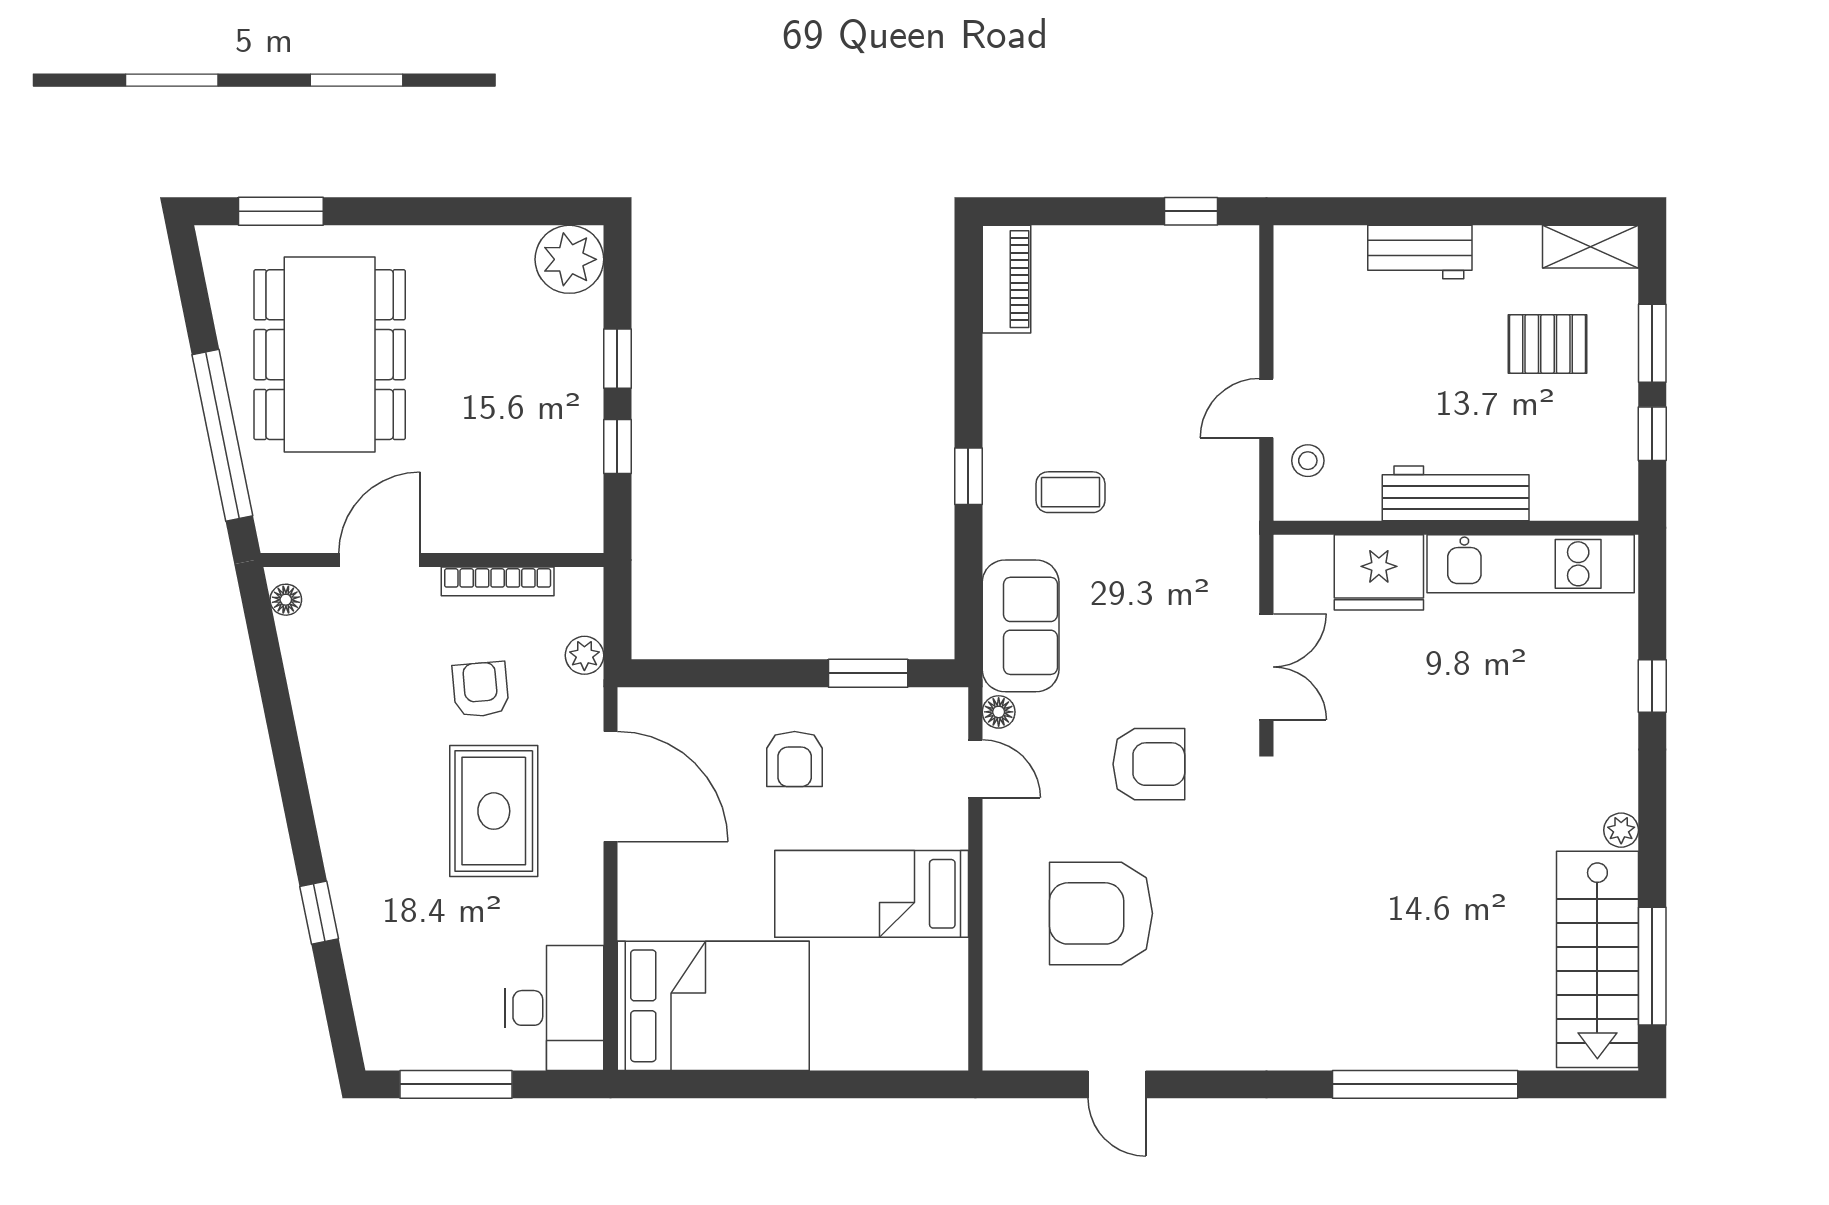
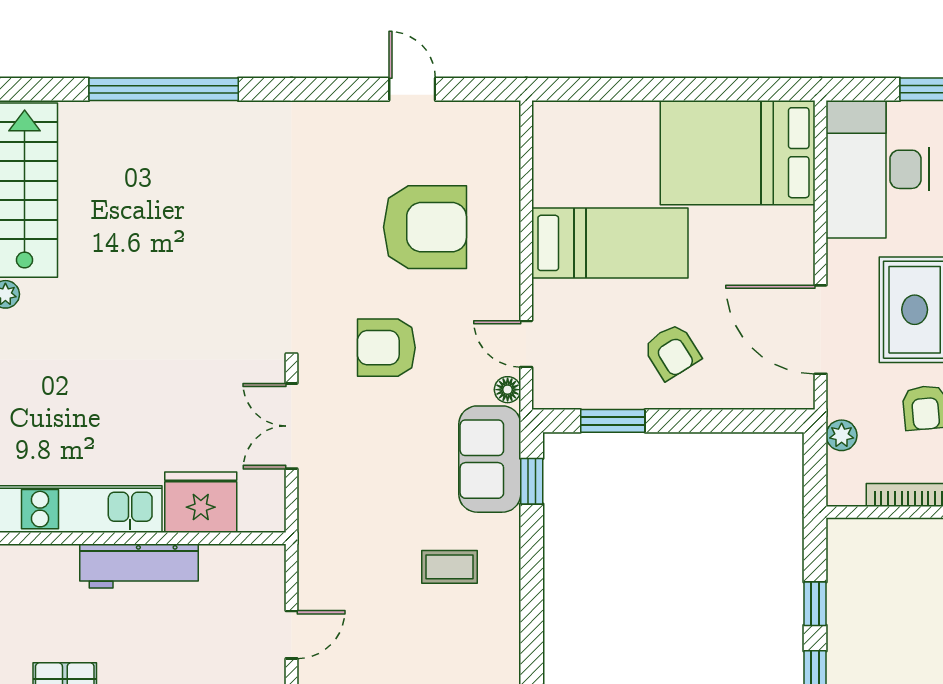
stool: (1308, 461) -> (258, 592), removed
window: (968, 476) -> (532, 481), moved
armchair: (795, 759) -> (672, 352), turned 148
desk: (554, 1008) -> (878, 169), width x1.36, depth x1.30

